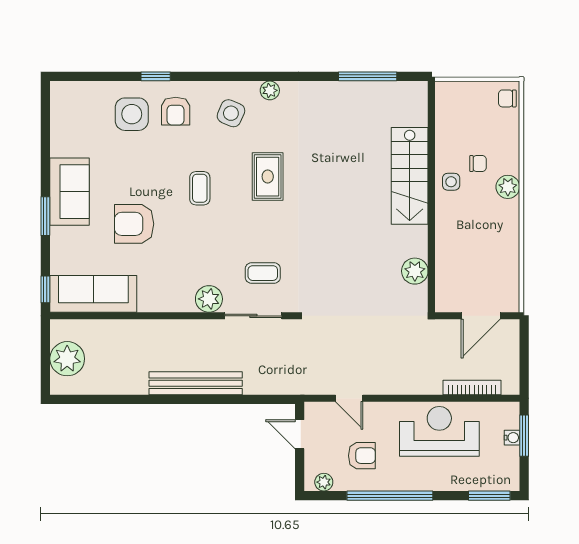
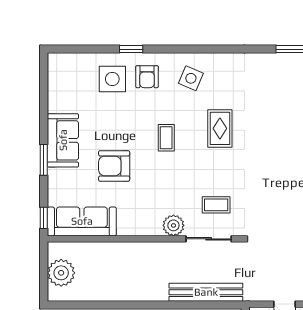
plant: (270, 90) -> (222, 60), removed
bench: (196, 383) -> (206, 292), moved

